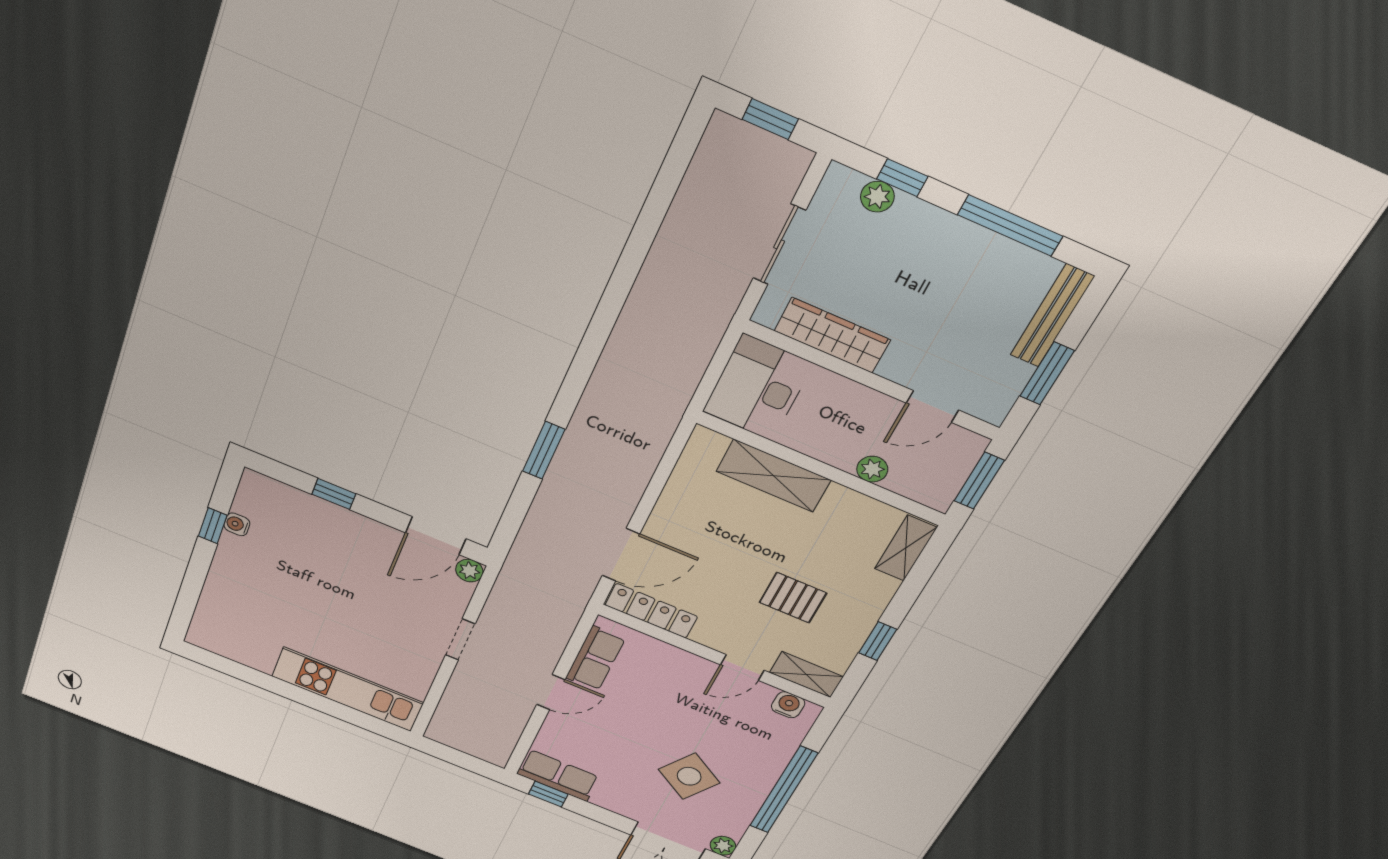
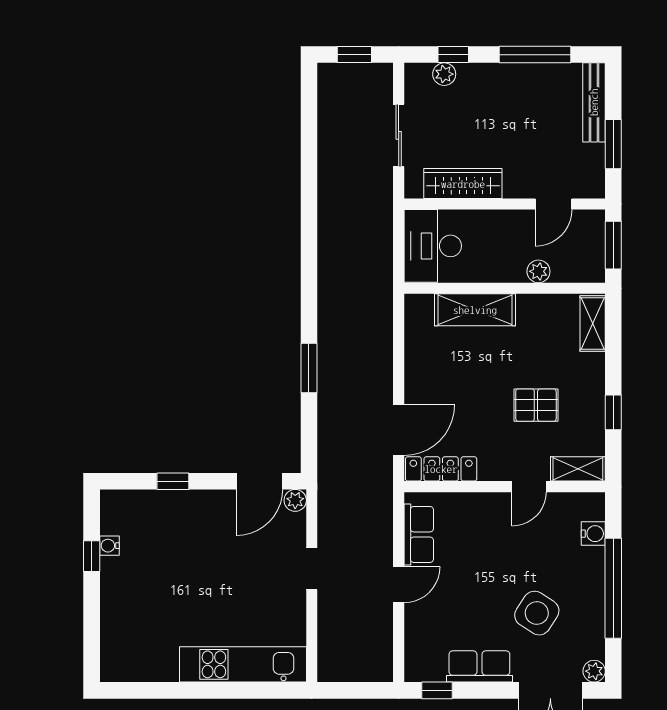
water cooler: (788, 705) -> (593, 534), moved, turned 90
row of seats: (558, 775) -> (479, 666), moved

